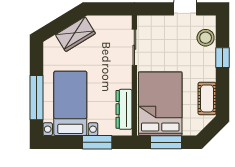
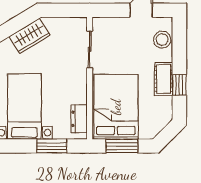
window: (222, 58) -> (179, 85), moved
cot: (207, 98) -> (164, 79), moved
dresser: (124, 109) -> (79, 119), width x0.70

